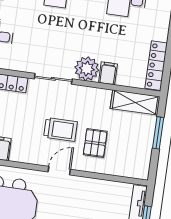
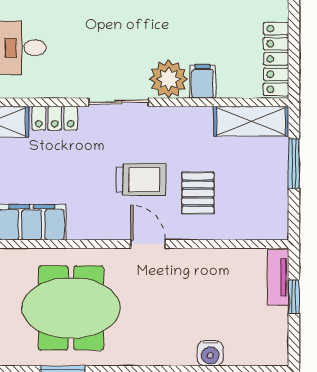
door: (59, 171) -> (148, 244), hinge flipped

